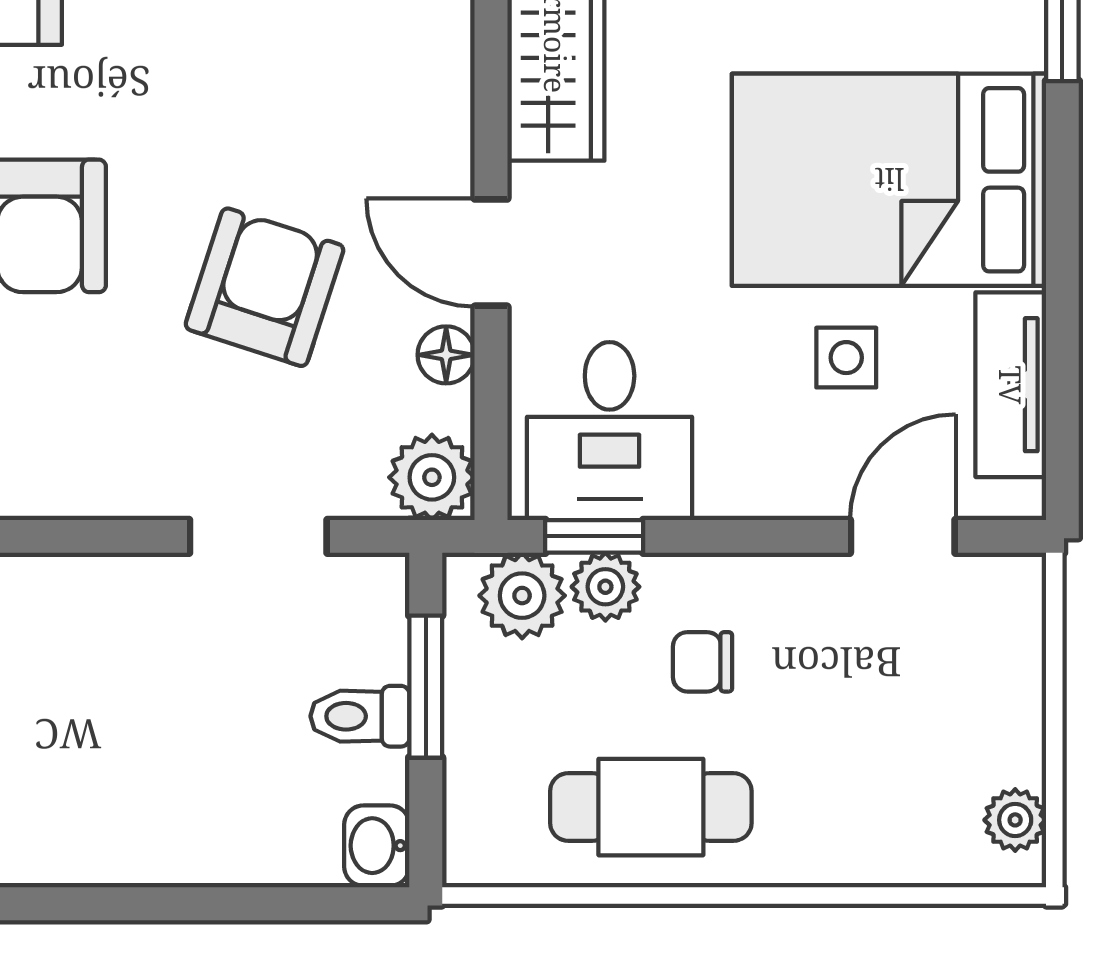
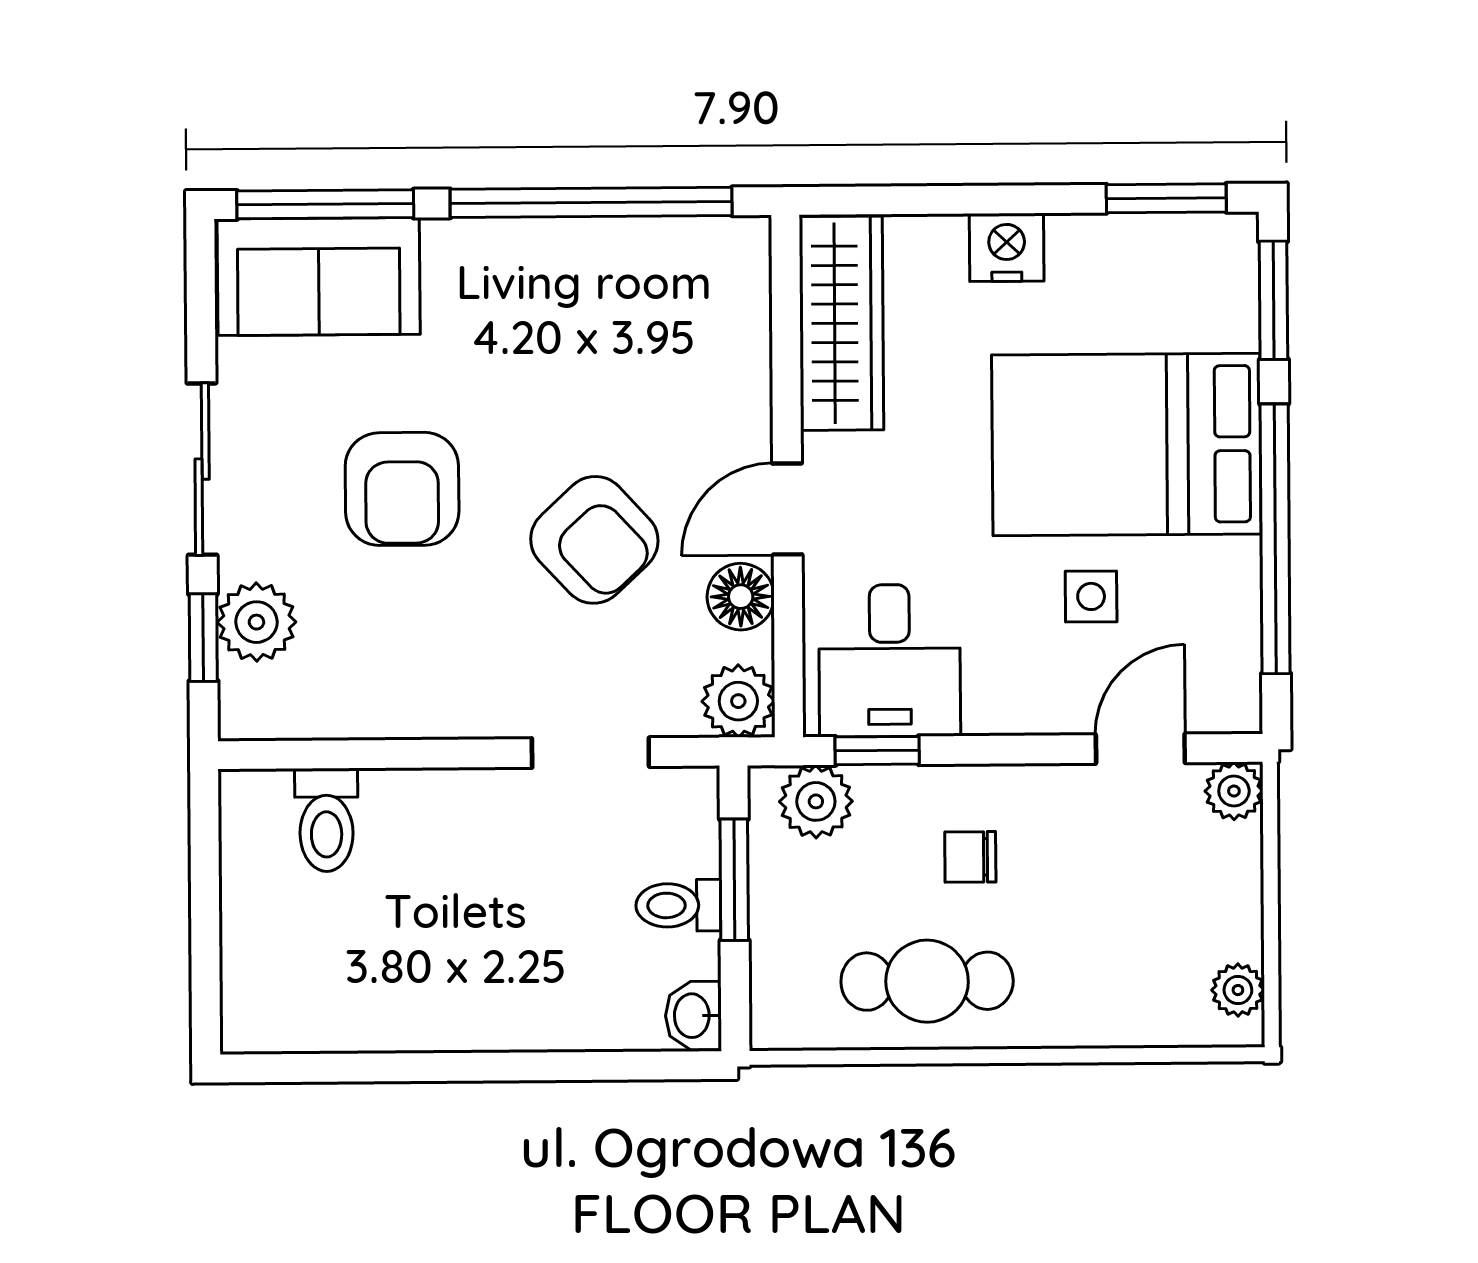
door: (491, 253) -> (787, 509), hinge flipped
armchair: (265, 287) -> (594, 540), turned 119
window: (1062, 291) -> (1275, 539), added
floor lamp: (446, 355) -> (741, 597), width x1.37, depth x1.37
tv unit: (1011, 385) -> (1232, 619), removed
plant: (605, 587) -> (1234, 791), moved

